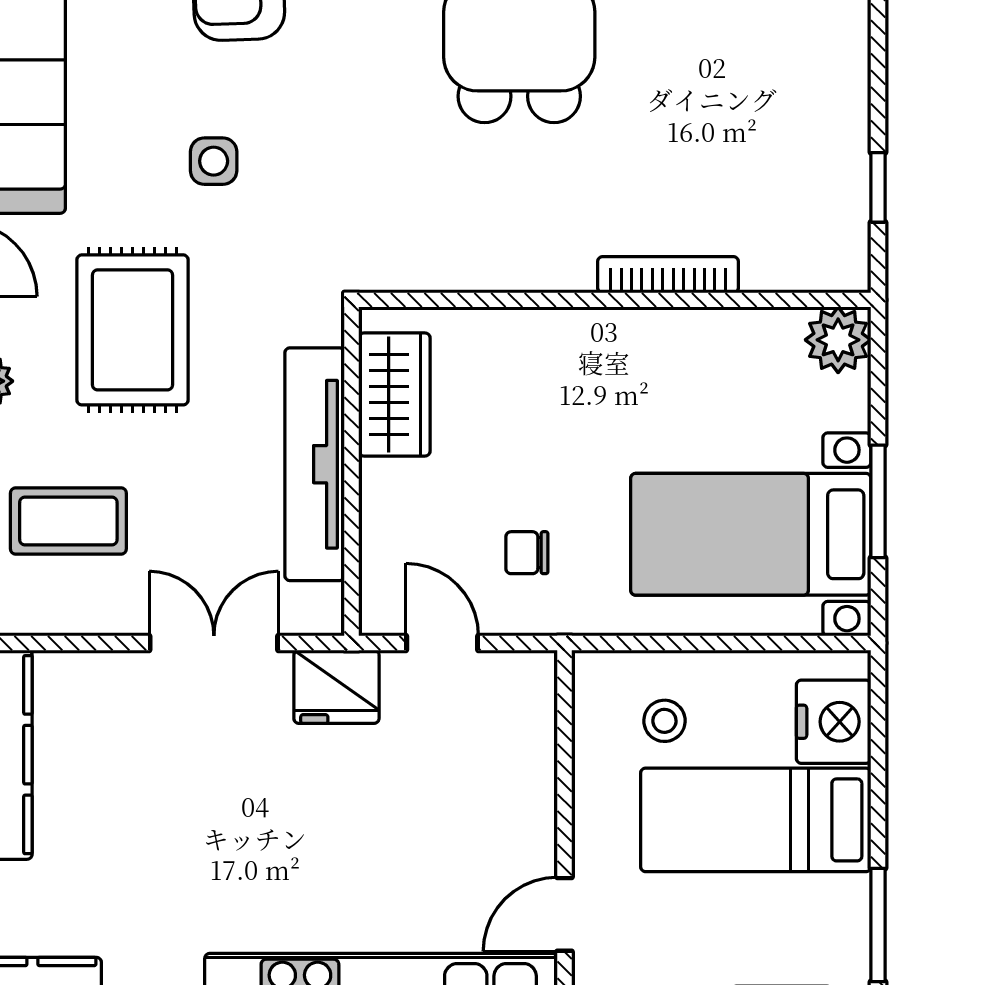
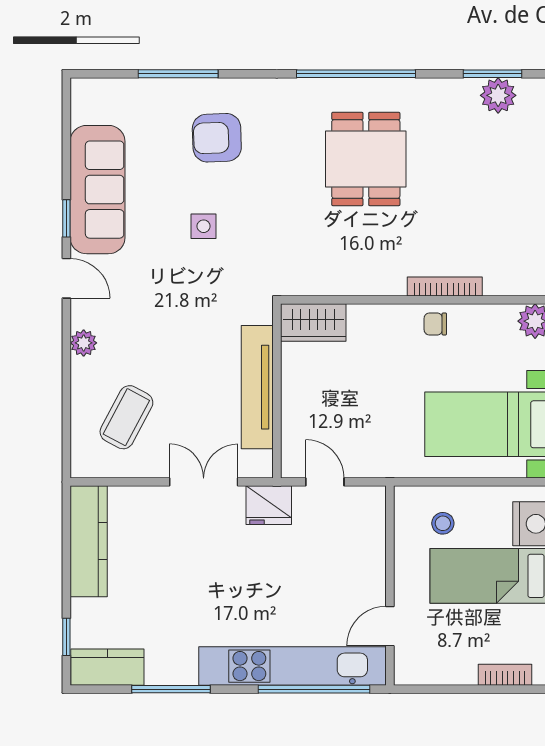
rug: (133, 330) -> (161, 316), removed
wardrobe: (394, 394) -> (313, 323), moved, turned 90
coffee table: (68, 521) -> (126, 417), turned -62
chair: (527, 553) -> (435, 324), moved

